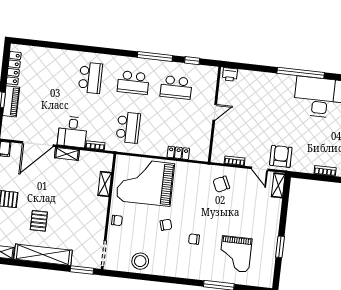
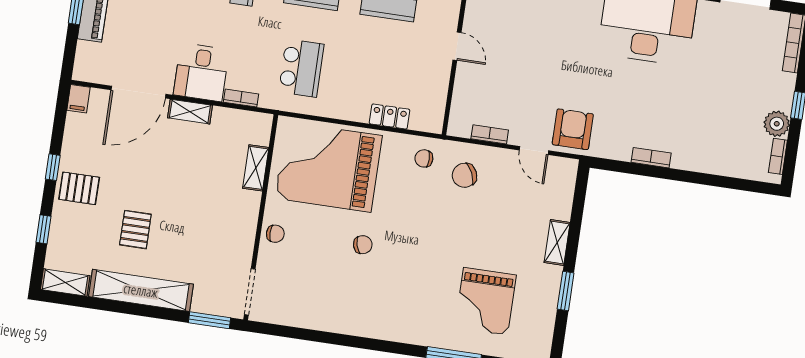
door: (215, 112) -> (457, 46), hinge flipped
shelving: (278, 185) -> (557, 243), moved
chair: (194, 239) -> (424, 158), moved
stool: (140, 261) -> (314, 308), removed

